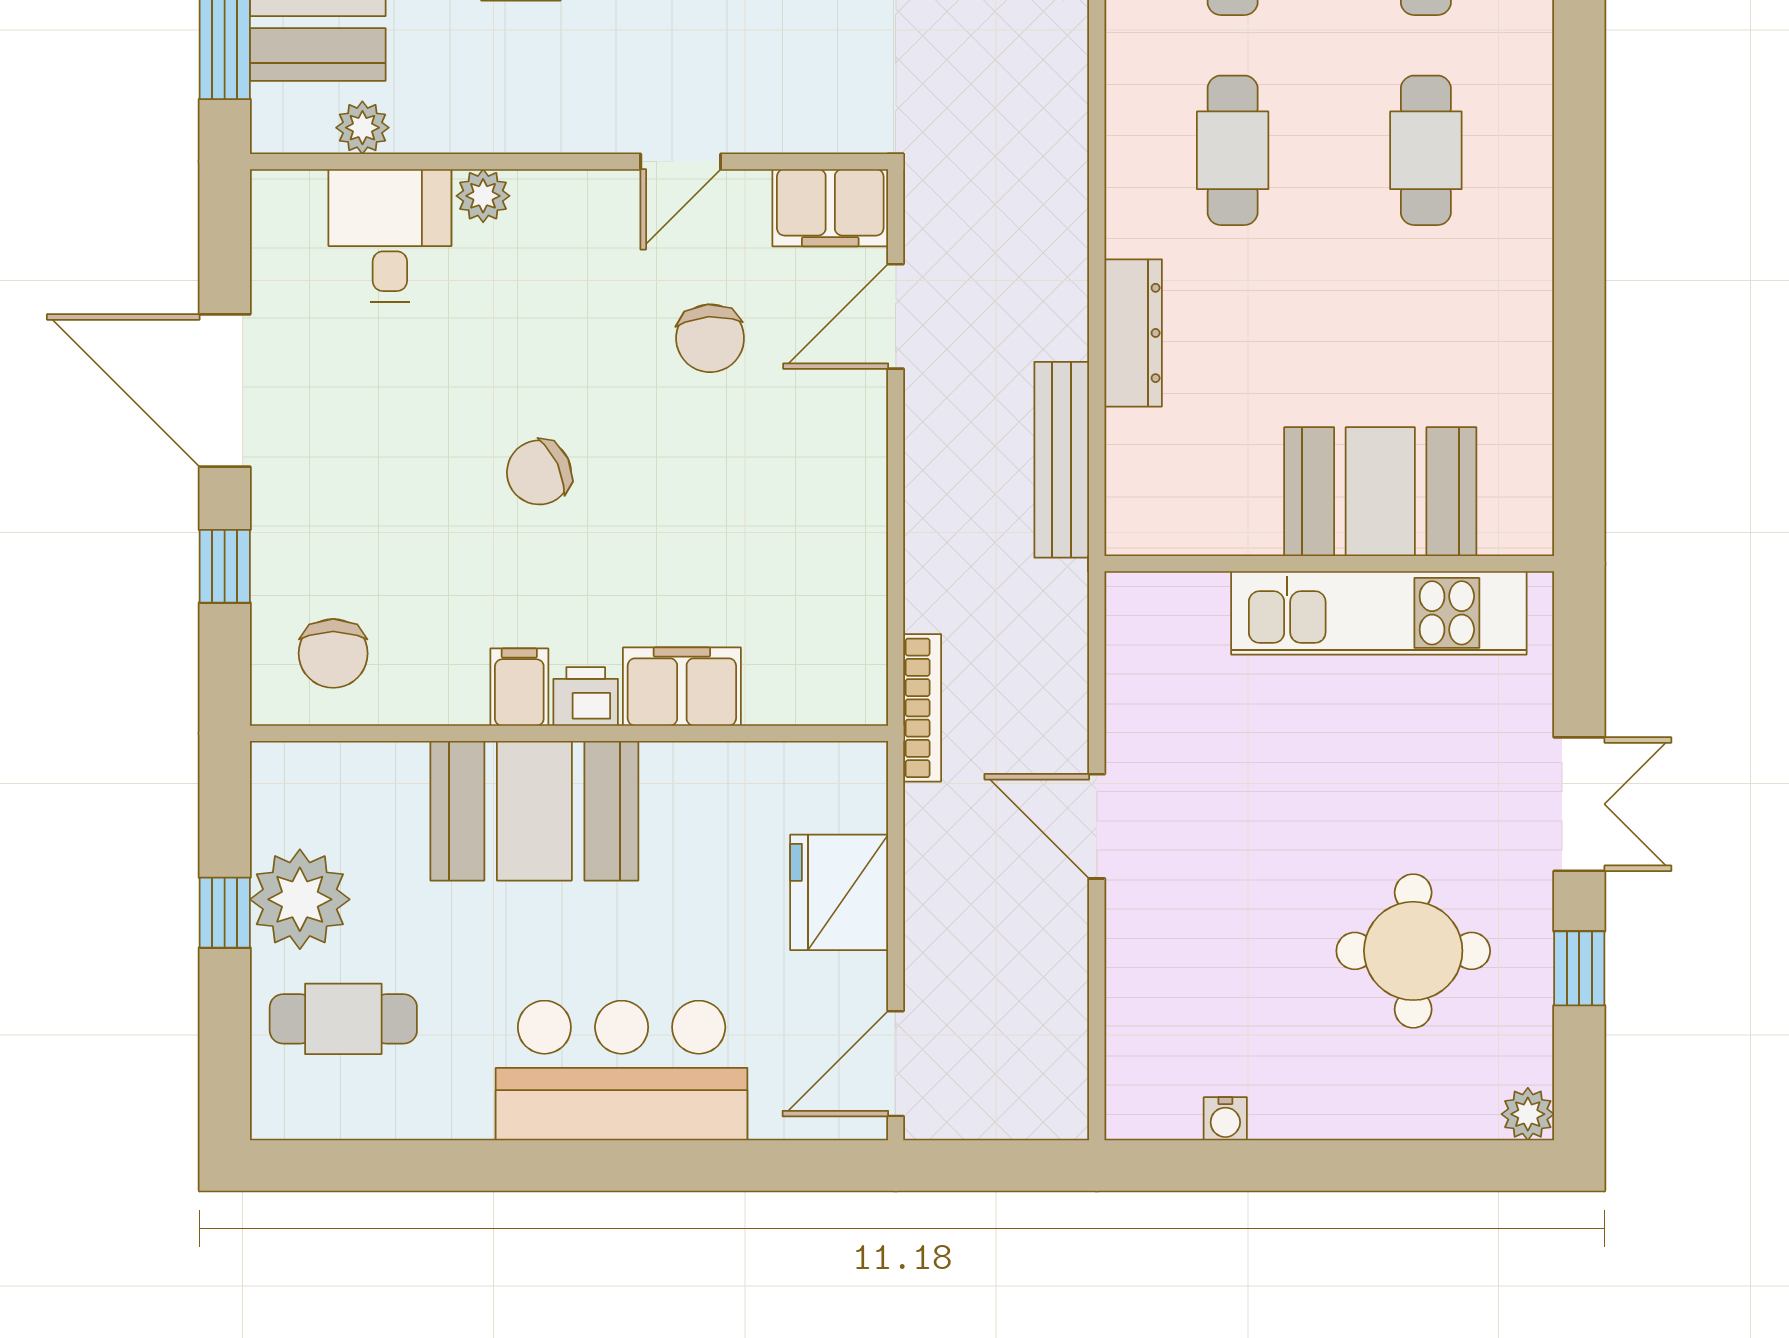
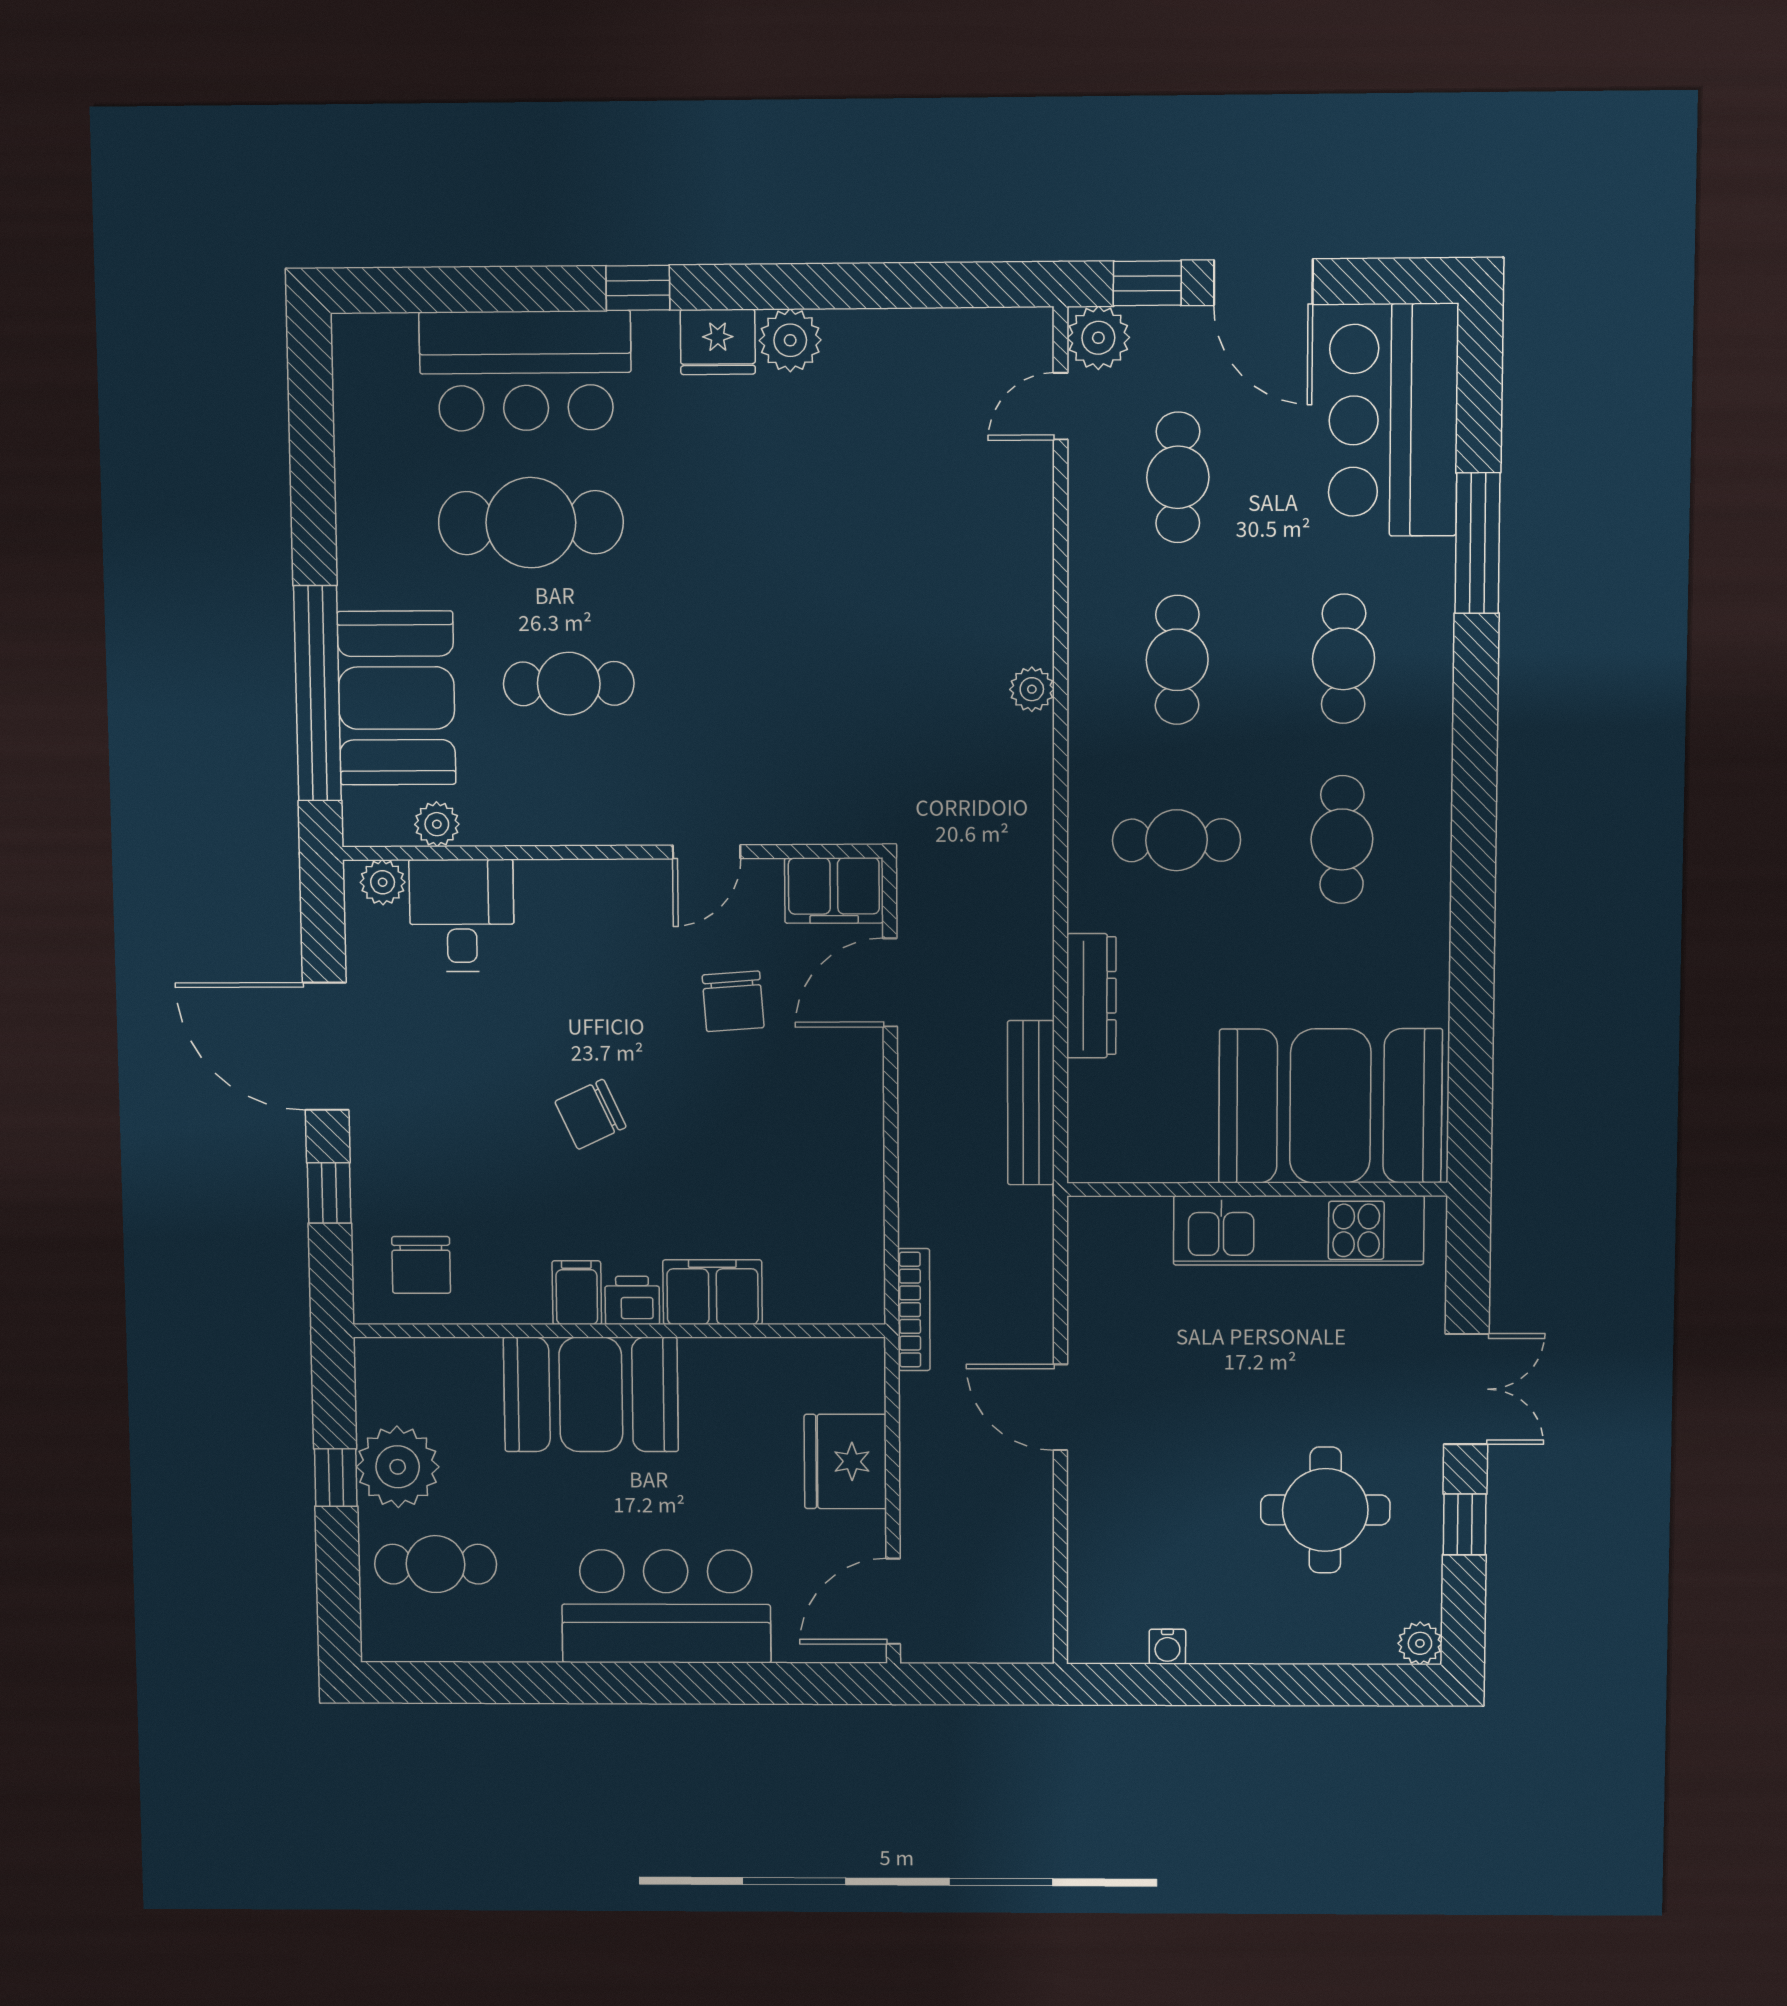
cafe table: (1233, 150) -> (1177, 840), turned 90
plant: (483, 196) -> (383, 882), moved
booth: (1380, 492) -> (1330, 1106), width x1.36, depth x1.42

